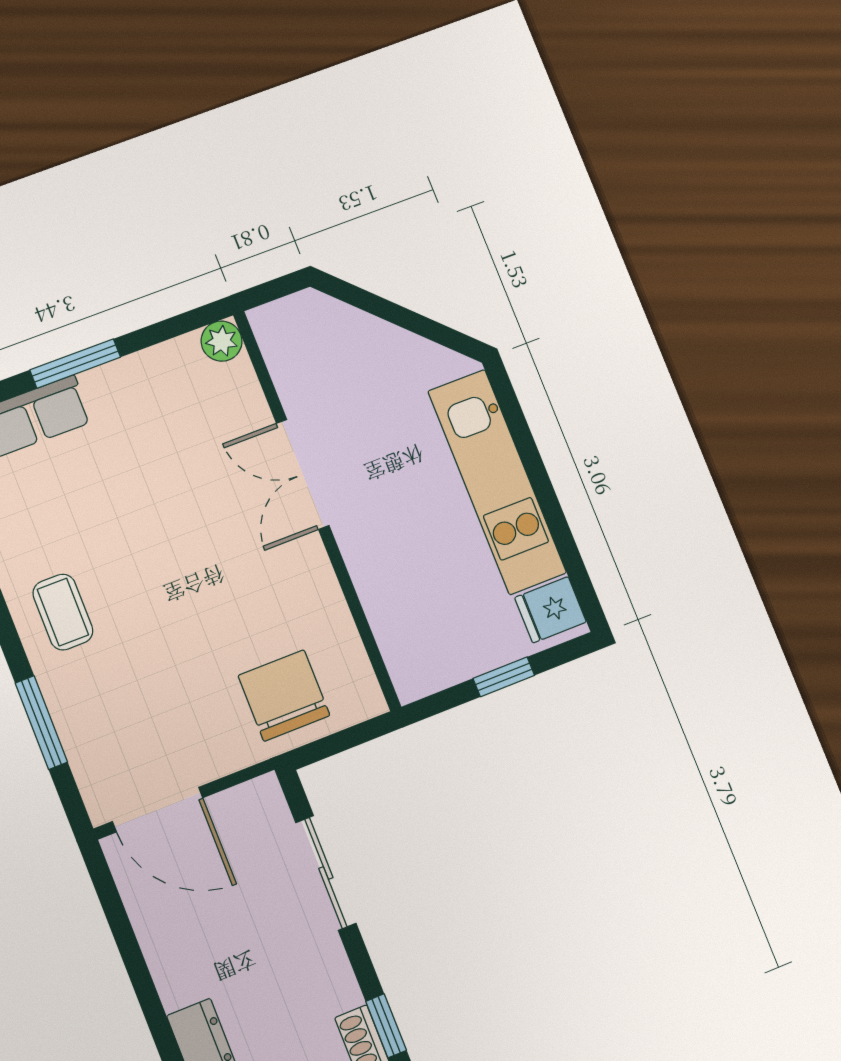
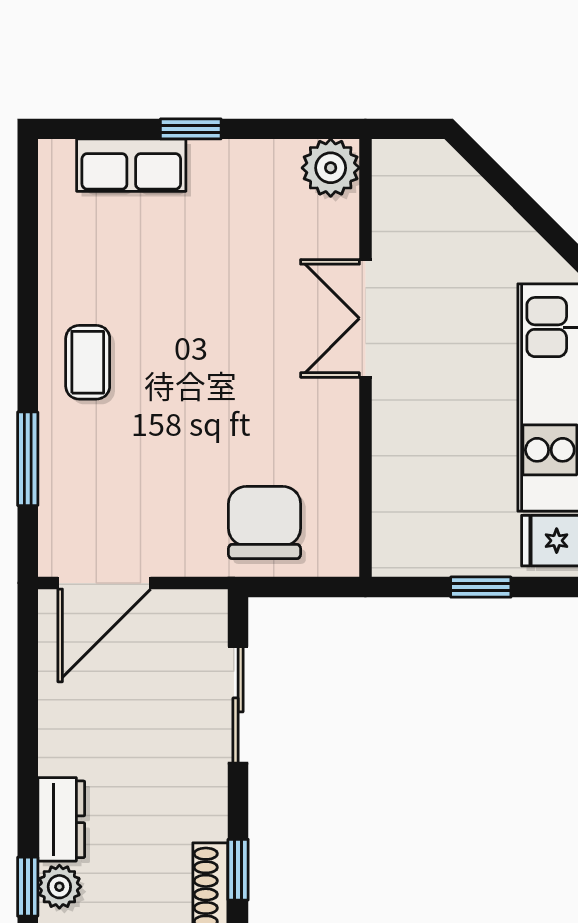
plant: (222, 341) -> (331, 168), width x1.38, depth x1.38
window: (75, 364) -> (191, 129), width x0.67
door: (158, 810) -> (104, 583), hinge flipped

